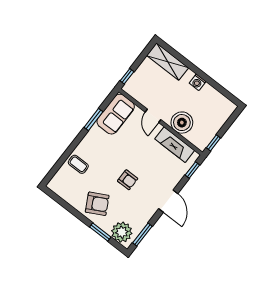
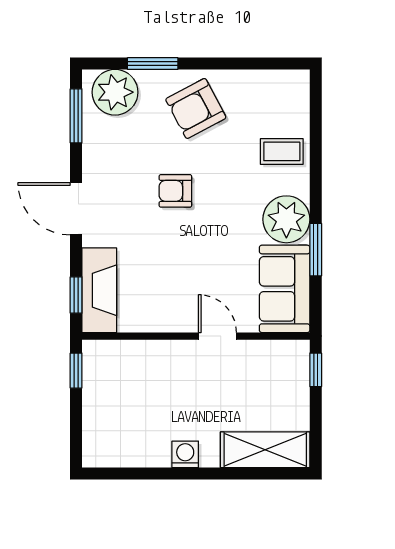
boiler: (182, 123) -> (158, 363), removed
plant: (96, 139) -> (286, 219), added
fireplace: (175, 145) -> (99, 290), moved, turned 90

